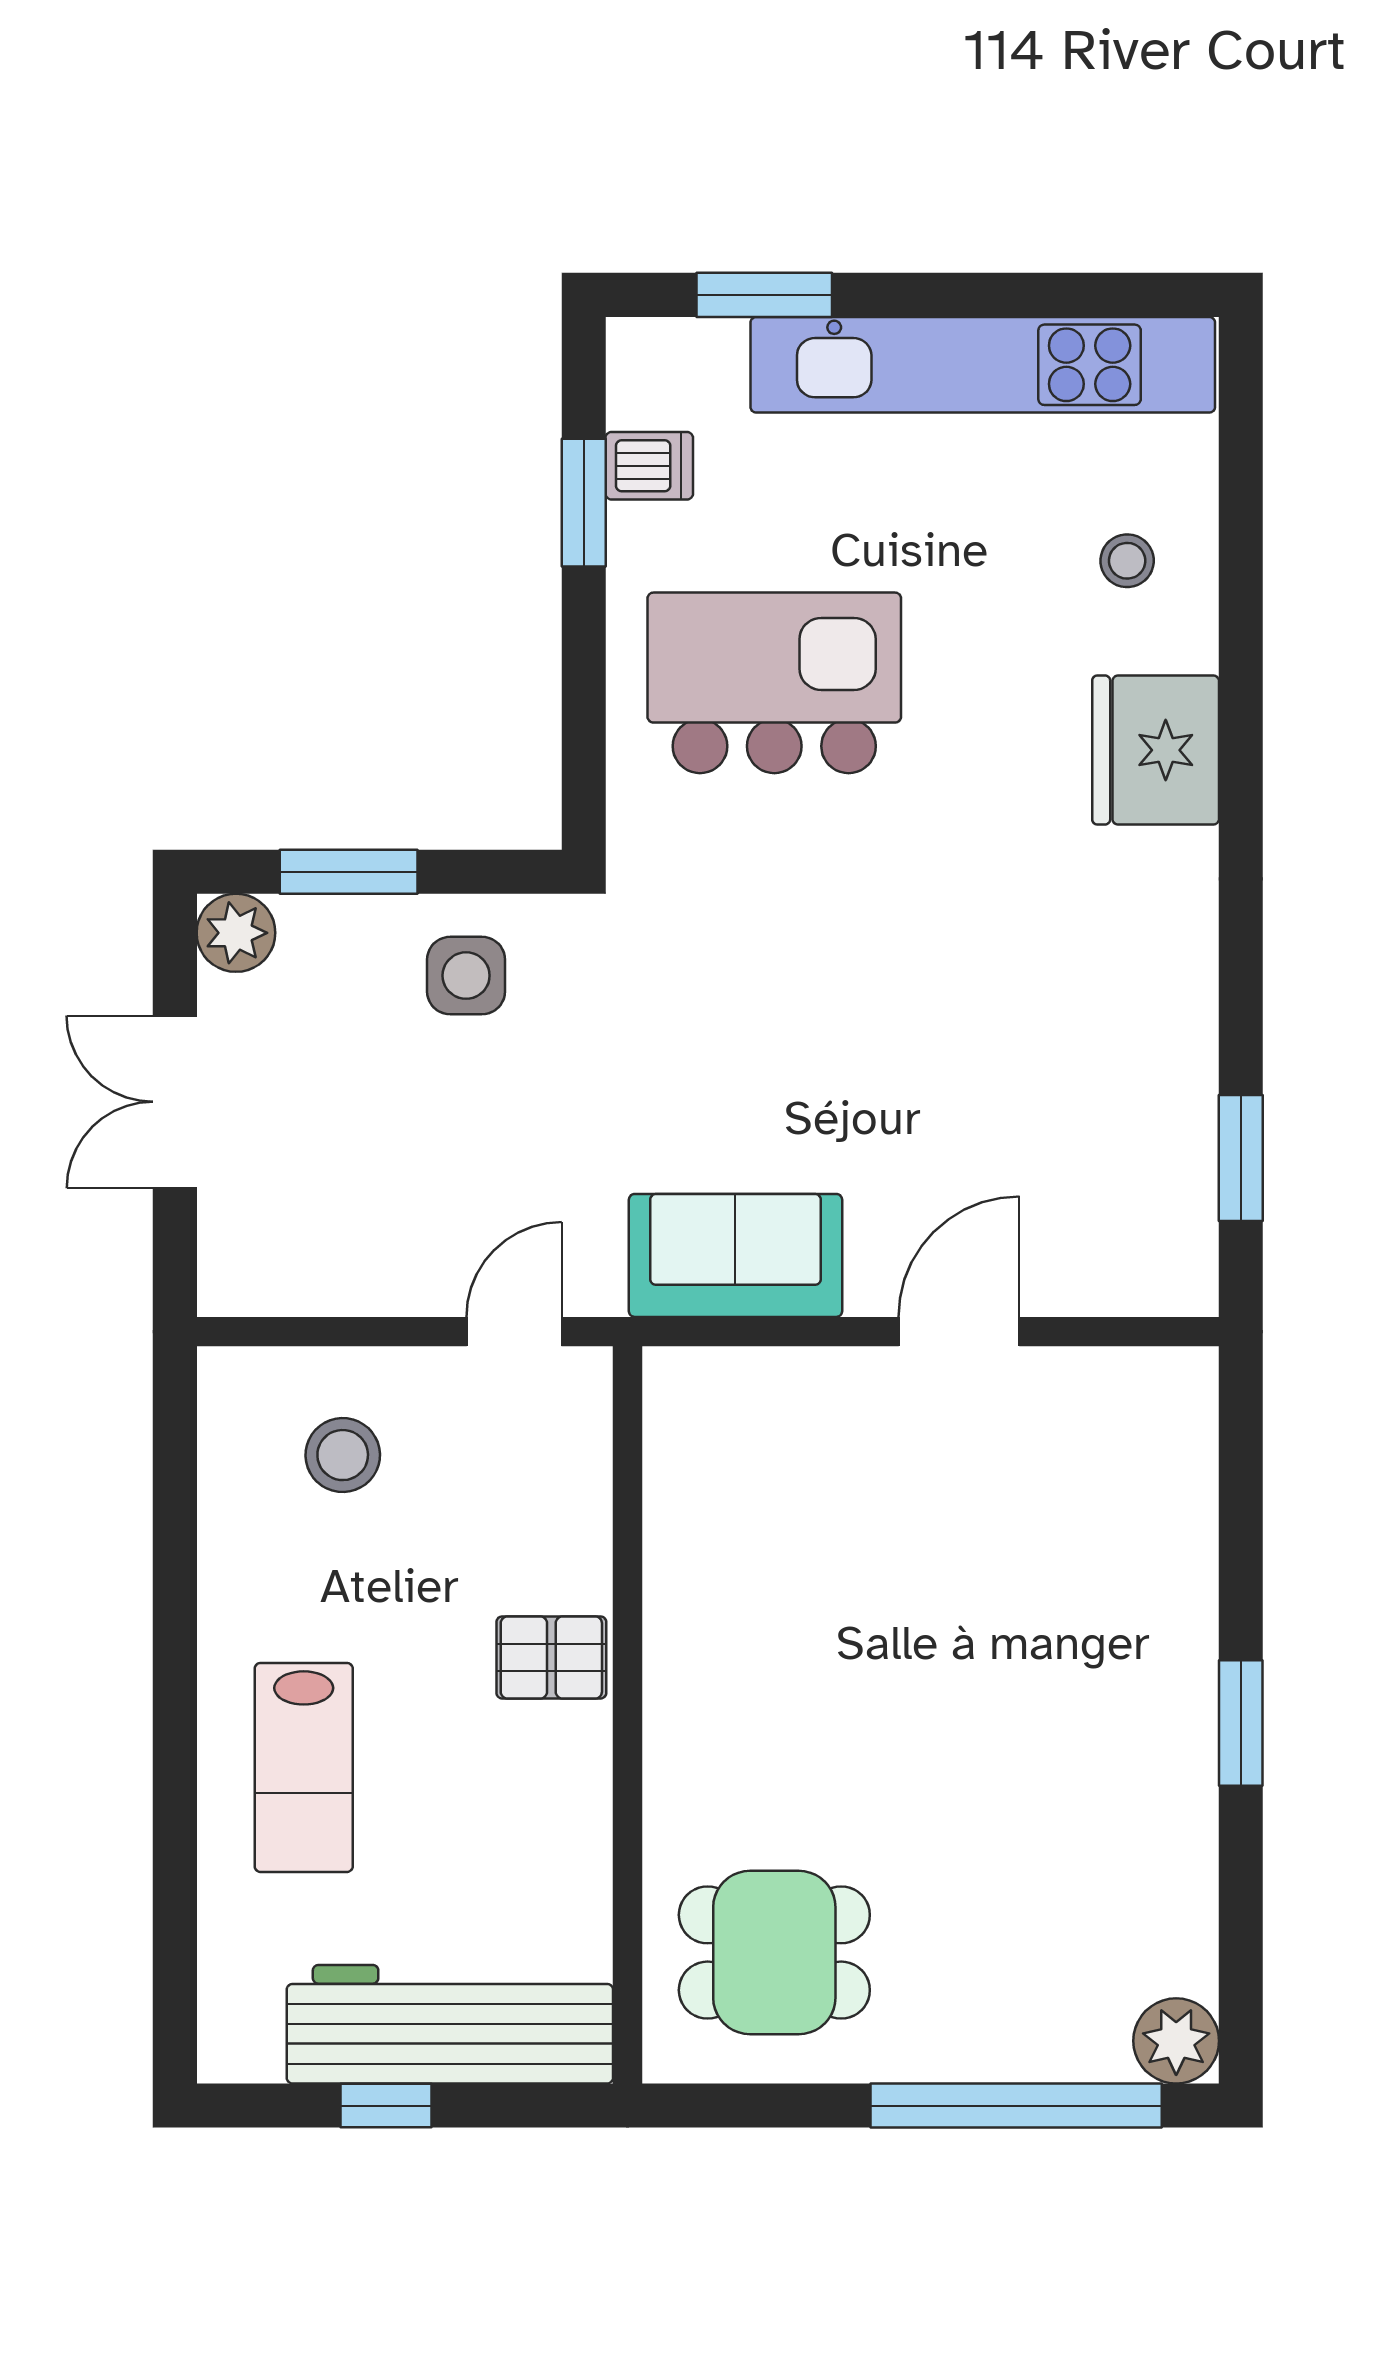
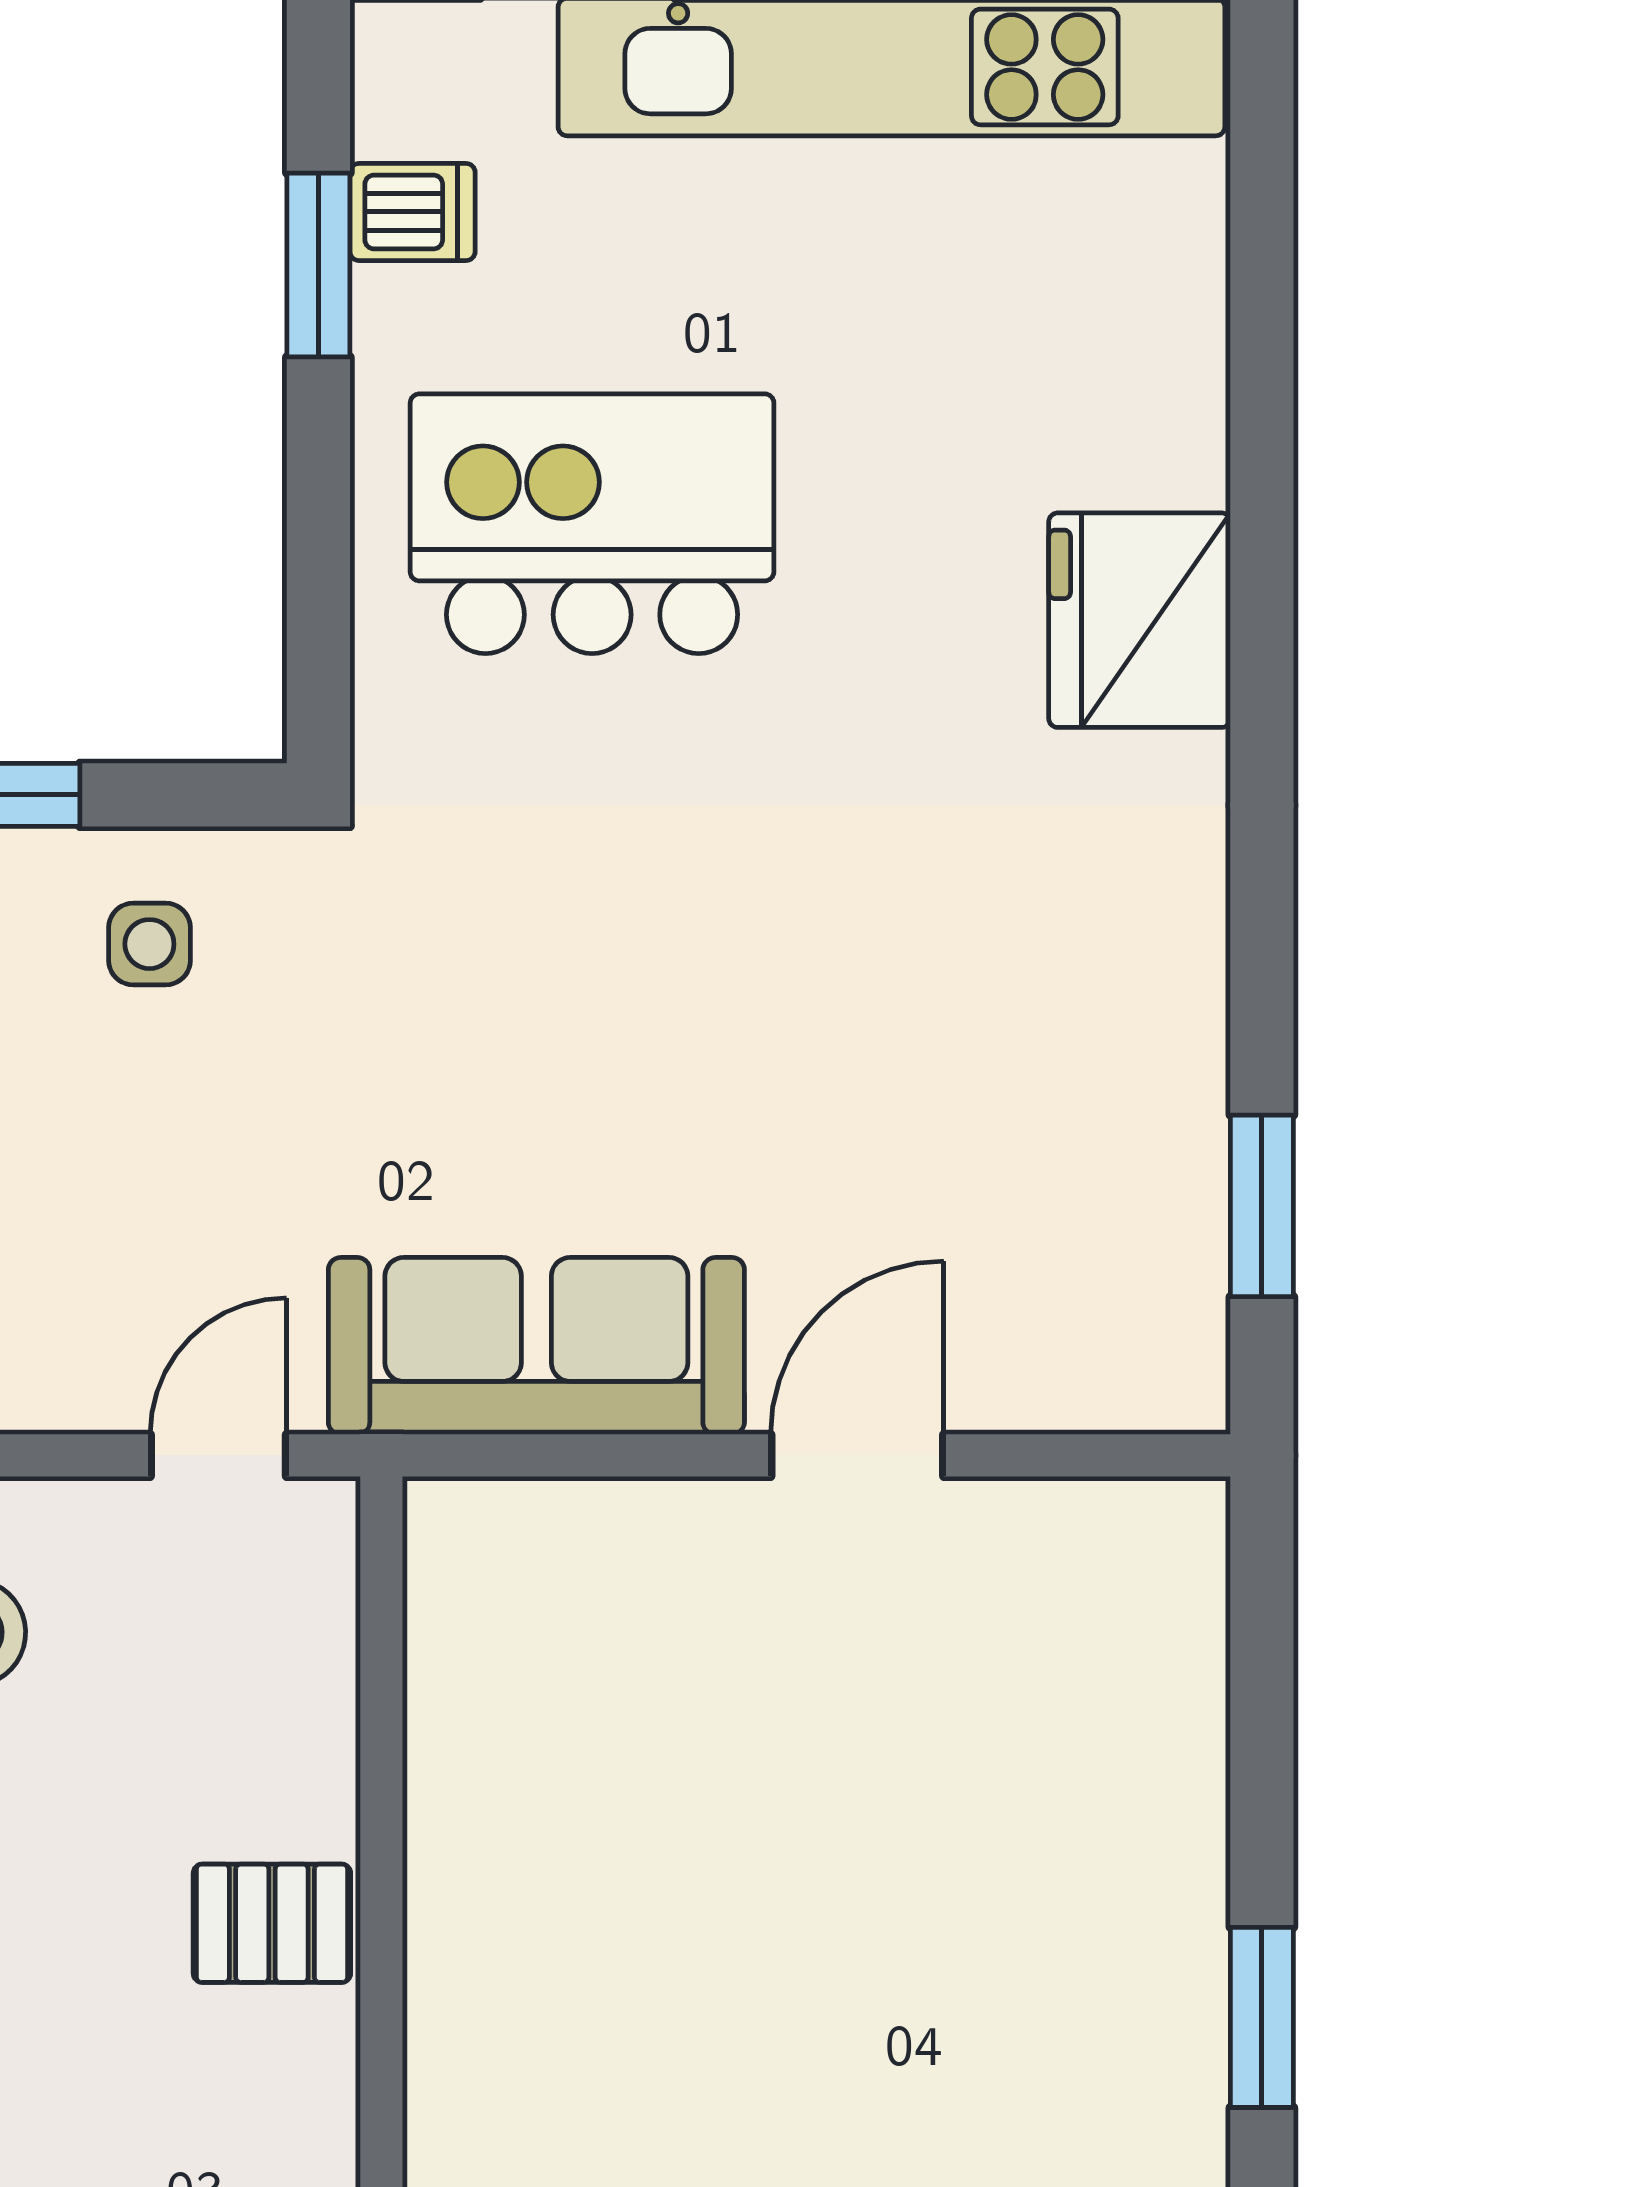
stool: (1127, 561) -> (1099, 348), removed
side table: (466, 976) -> (149, 944), width x0.73, depth x0.73
sofa: (735, 1255) -> (536, 1346), width x1.36

